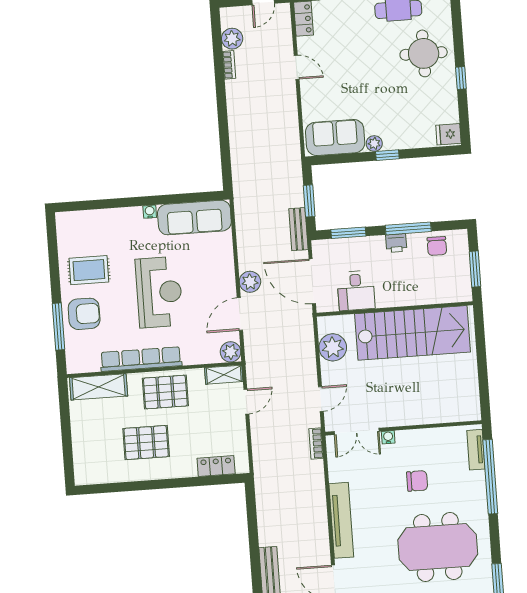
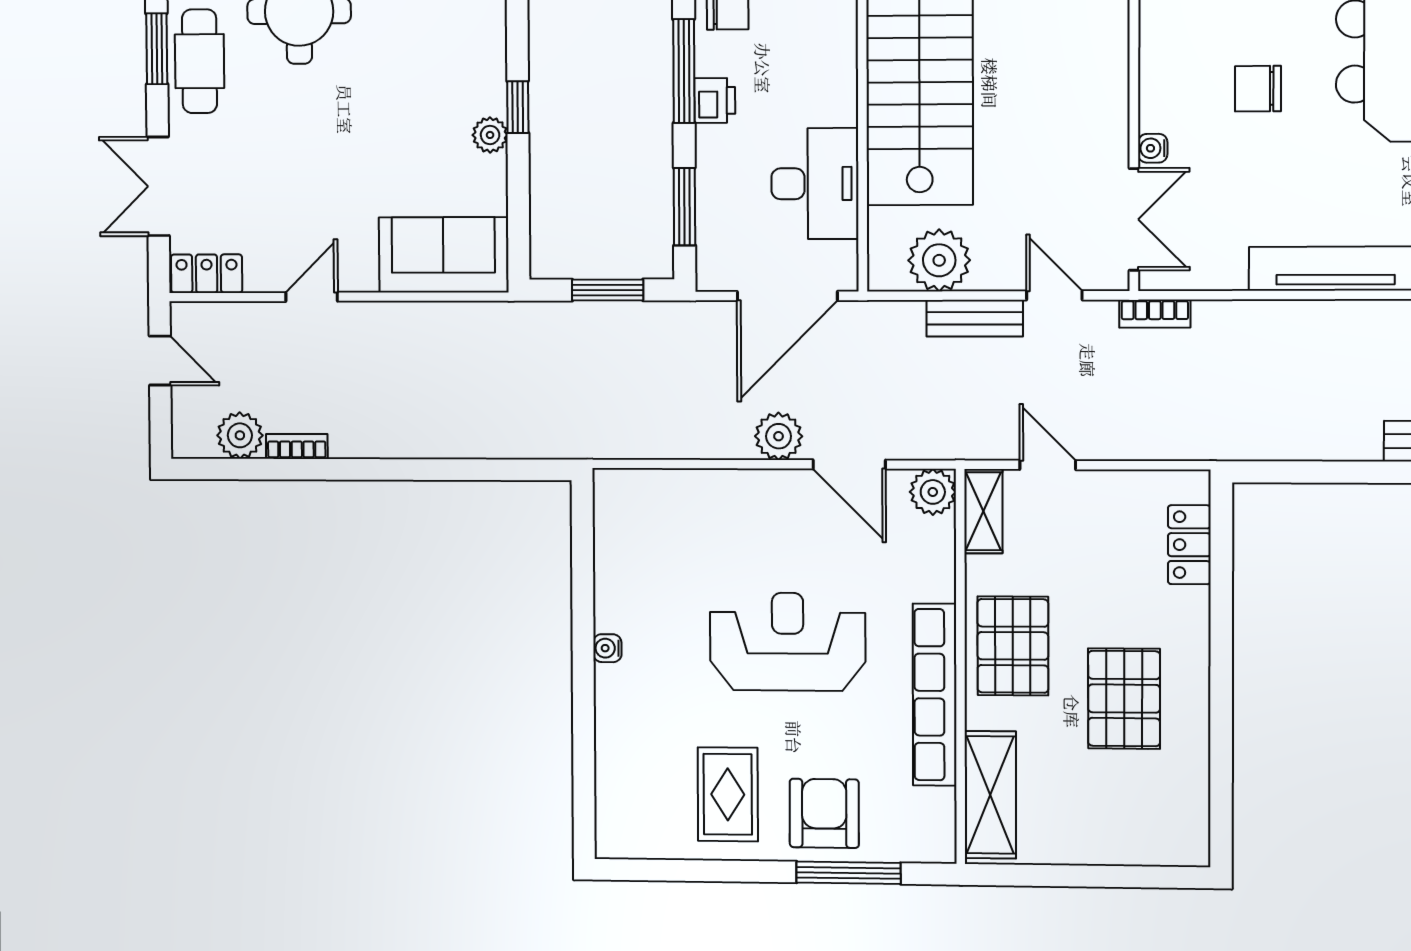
sofa: (335, 137) -> (443, 255), moved, turned 90
sofa: (194, 218) -> (627, 550), removed
bench: (298, 229) -> (975, 318), moved
desk: (356, 291) -> (815, 184), width x1.37
chair: (417, 481) -> (1258, 89), turned -90

